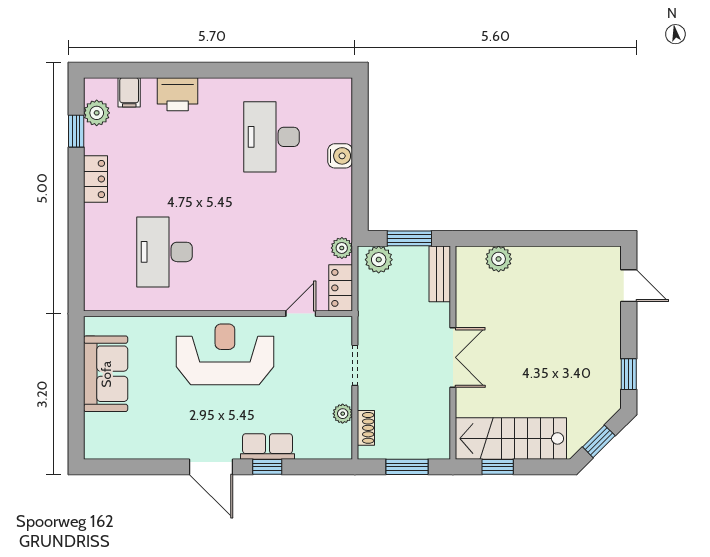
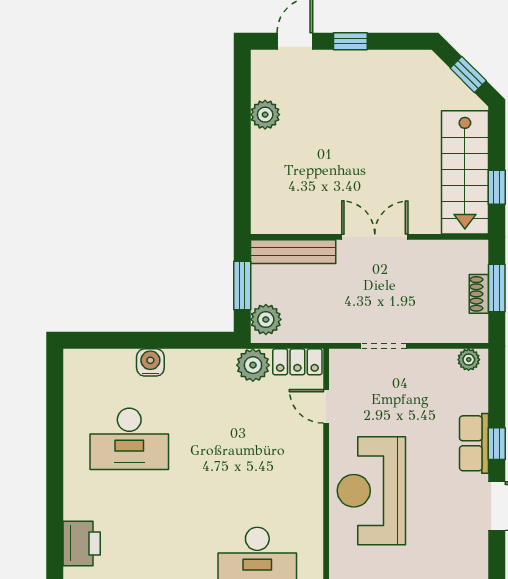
plant: (342, 248) -> (253, 365), width x1.38, depth x1.38
plant: (499, 259) -> (265, 115), moved
bench: (440, 274) -> (293, 252), width x1.36
window: (629, 374) -> (350, 41), moved
plant: (343, 414) -> (469, 360), moved
shoe rack: (366, 428) -> (479, 294), moved, turned -90

